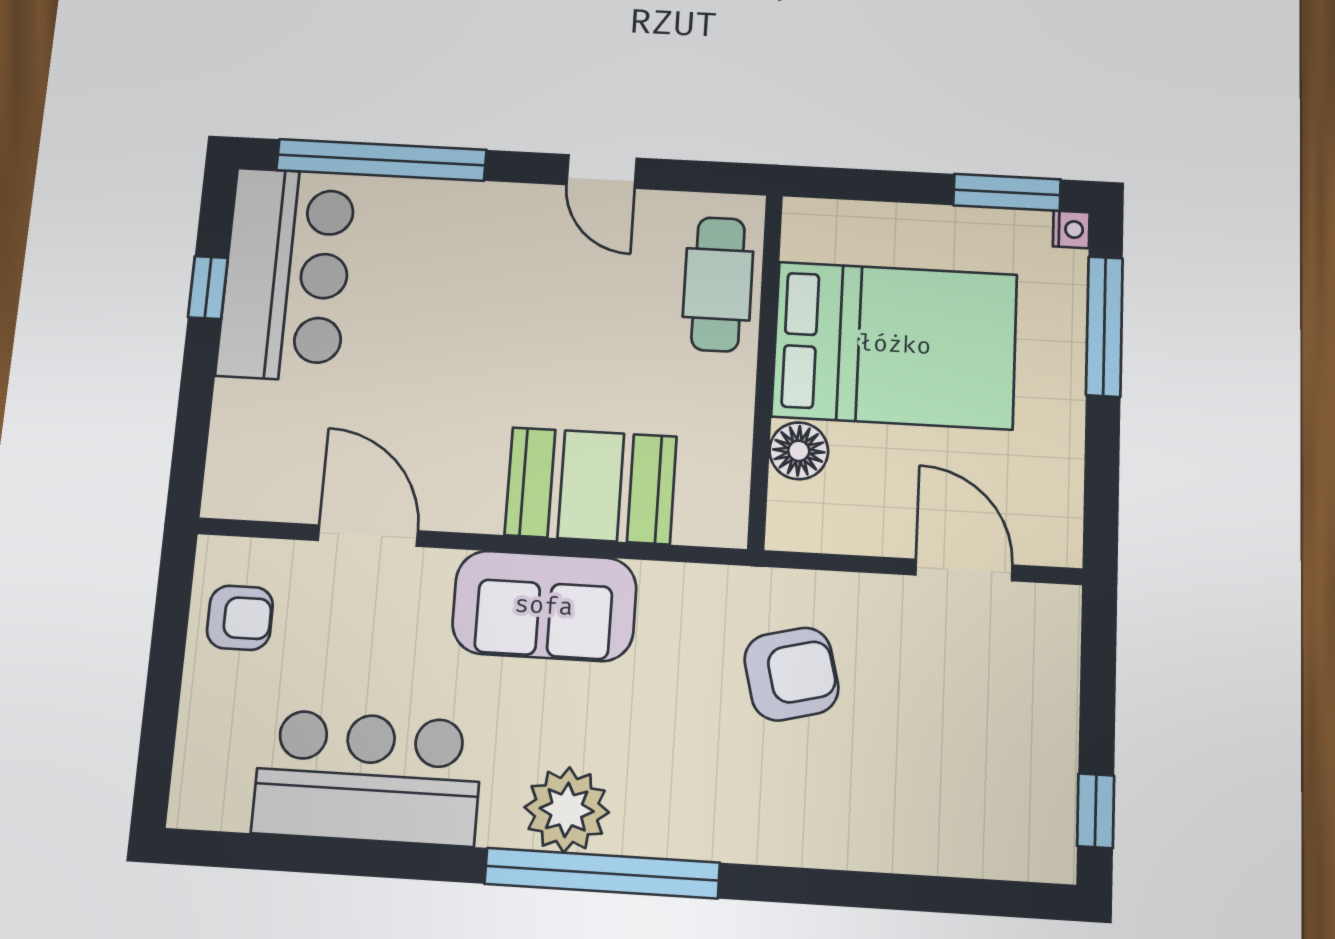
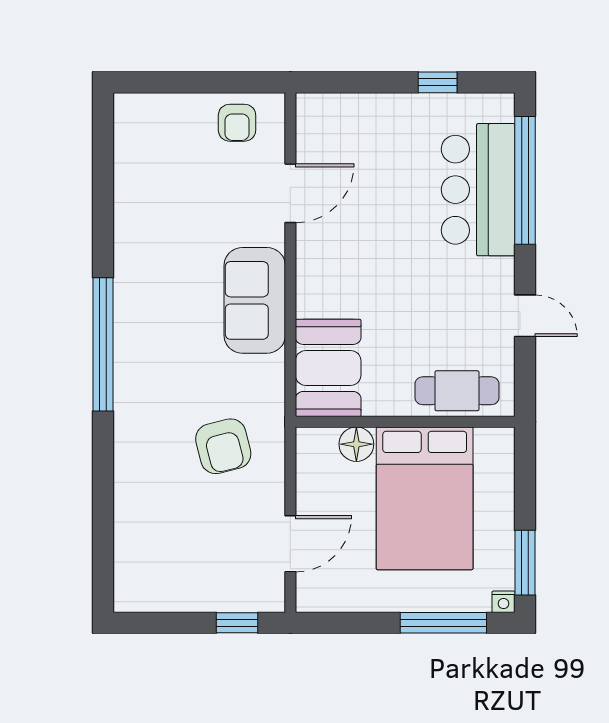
door: (602, 171) -> (525, 316), swing flipped
bar counter: (287, 274) -> (478, 190), moved, turned 90
booth: (591, 486) -> (328, 368), moved
bar counter: (368, 778) -> (149, 206), removed
plant: (567, 810) -> (137, 322), removed
window: (1096, 811) -> (237, 623), moved

